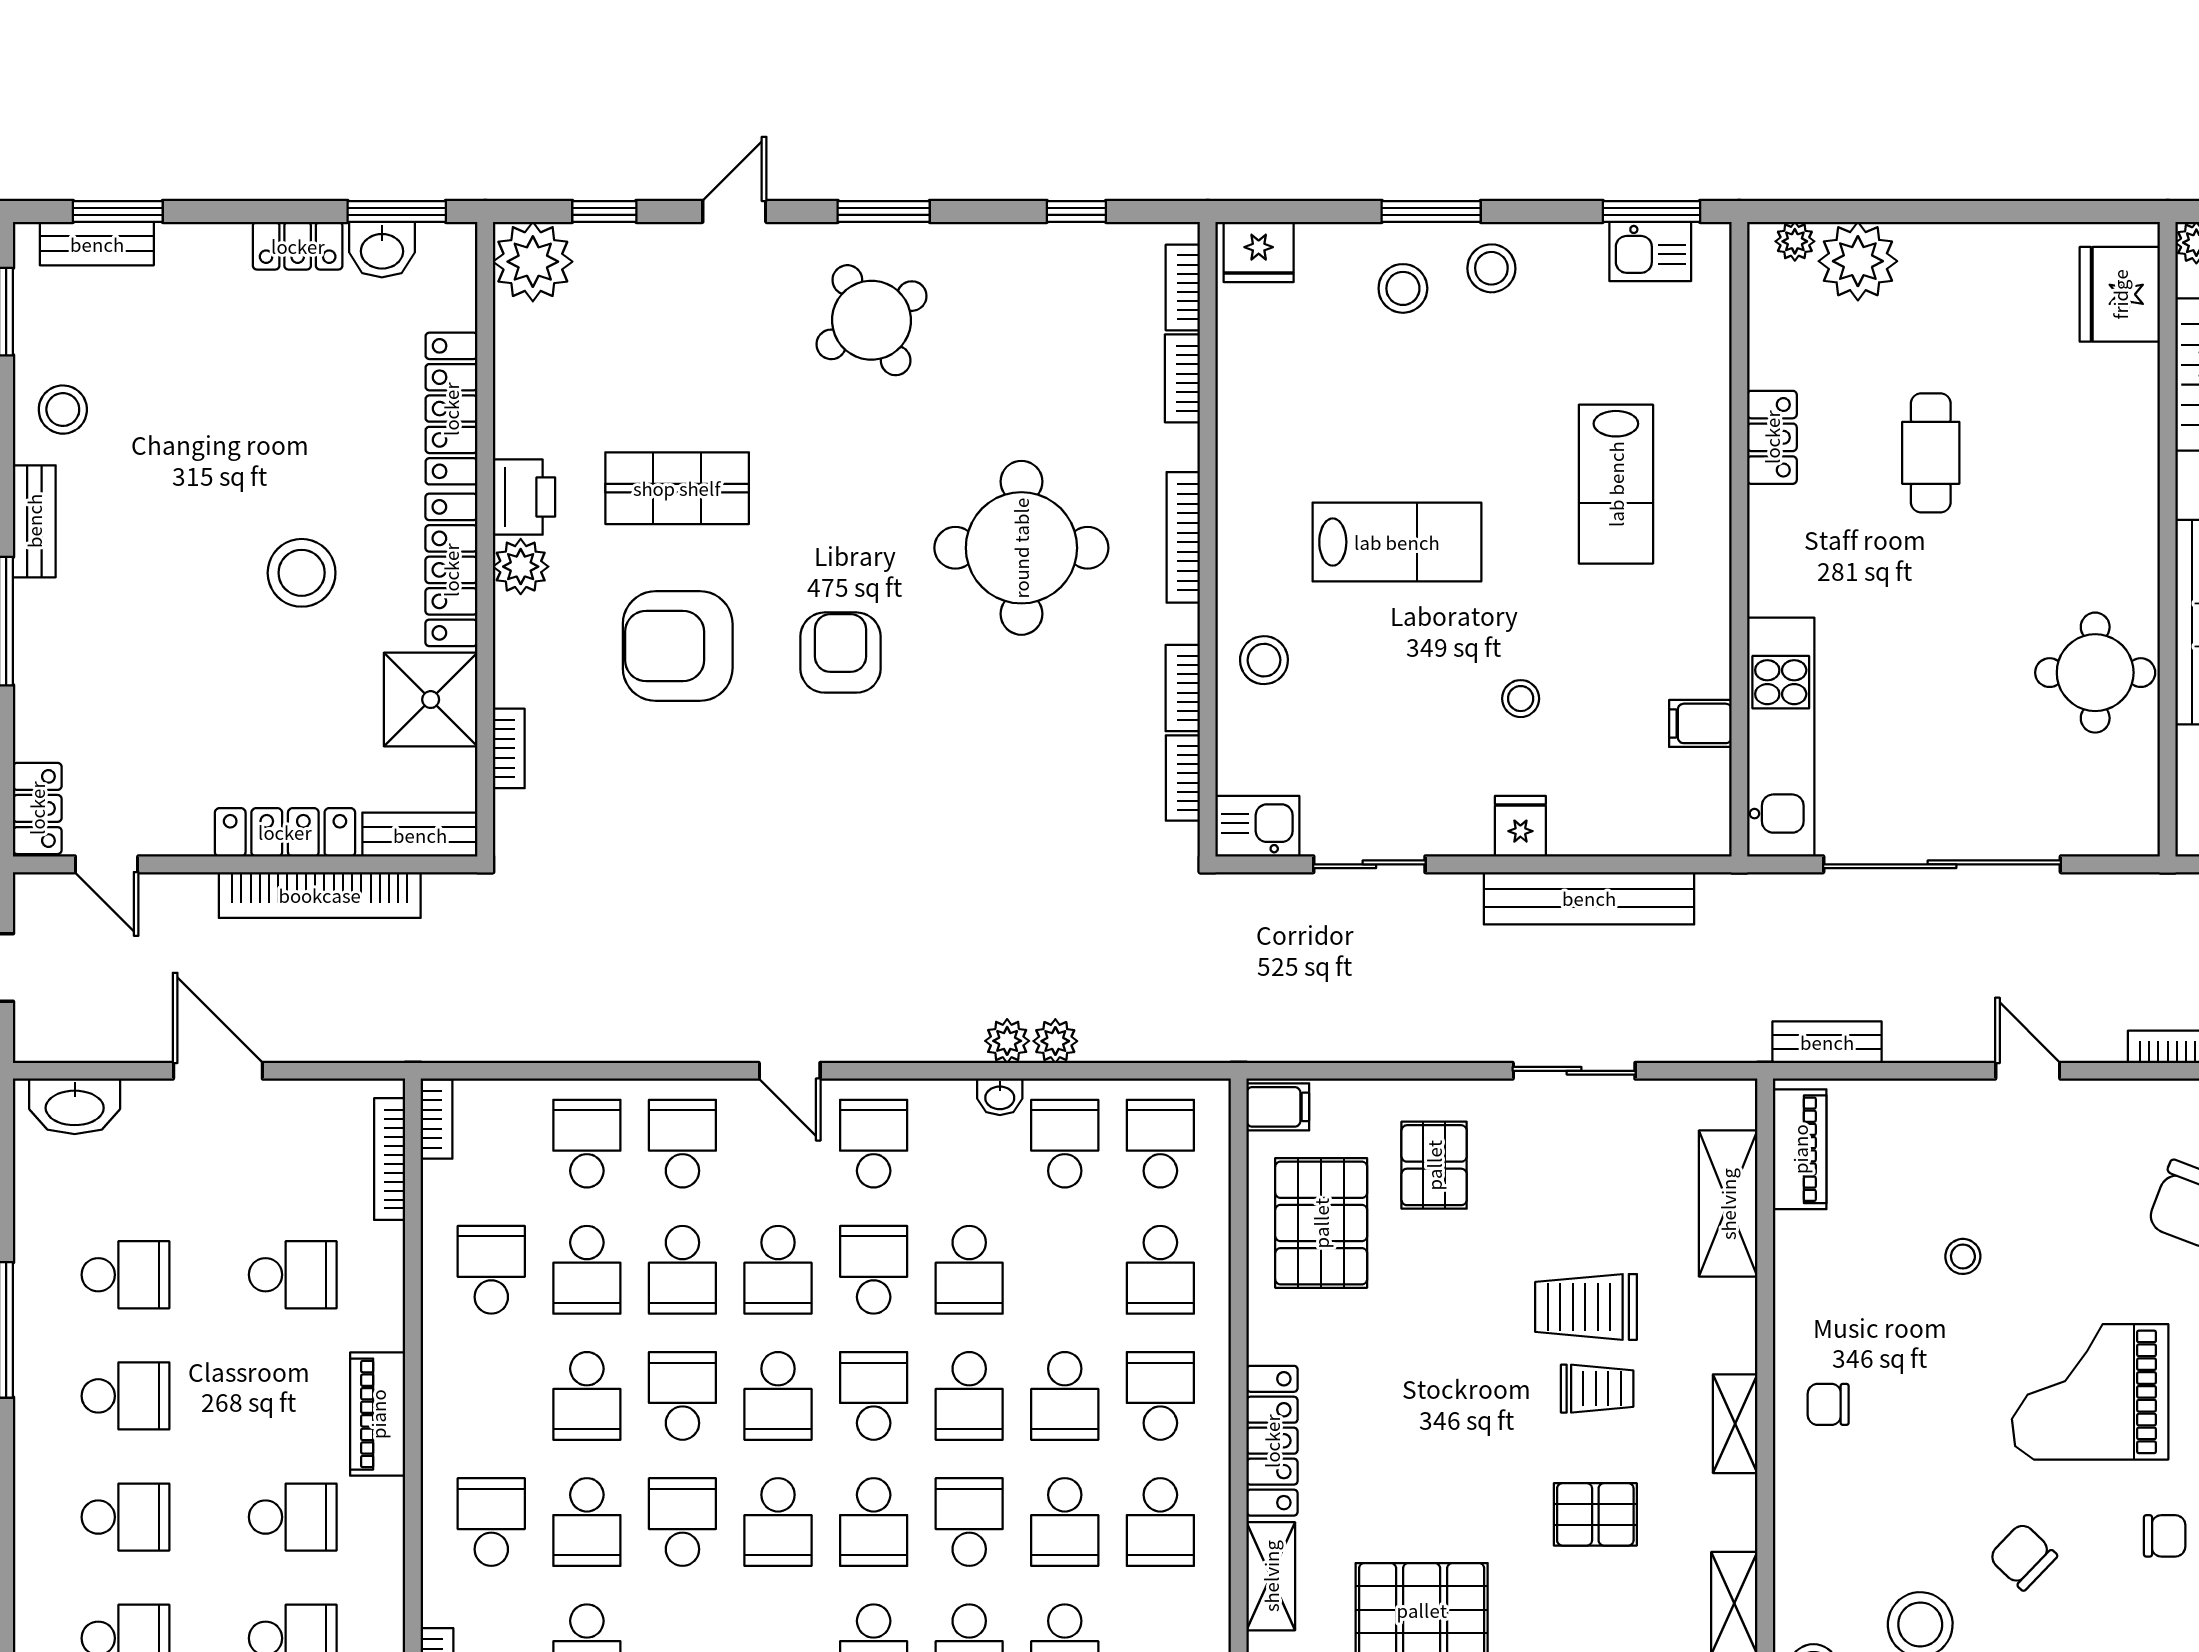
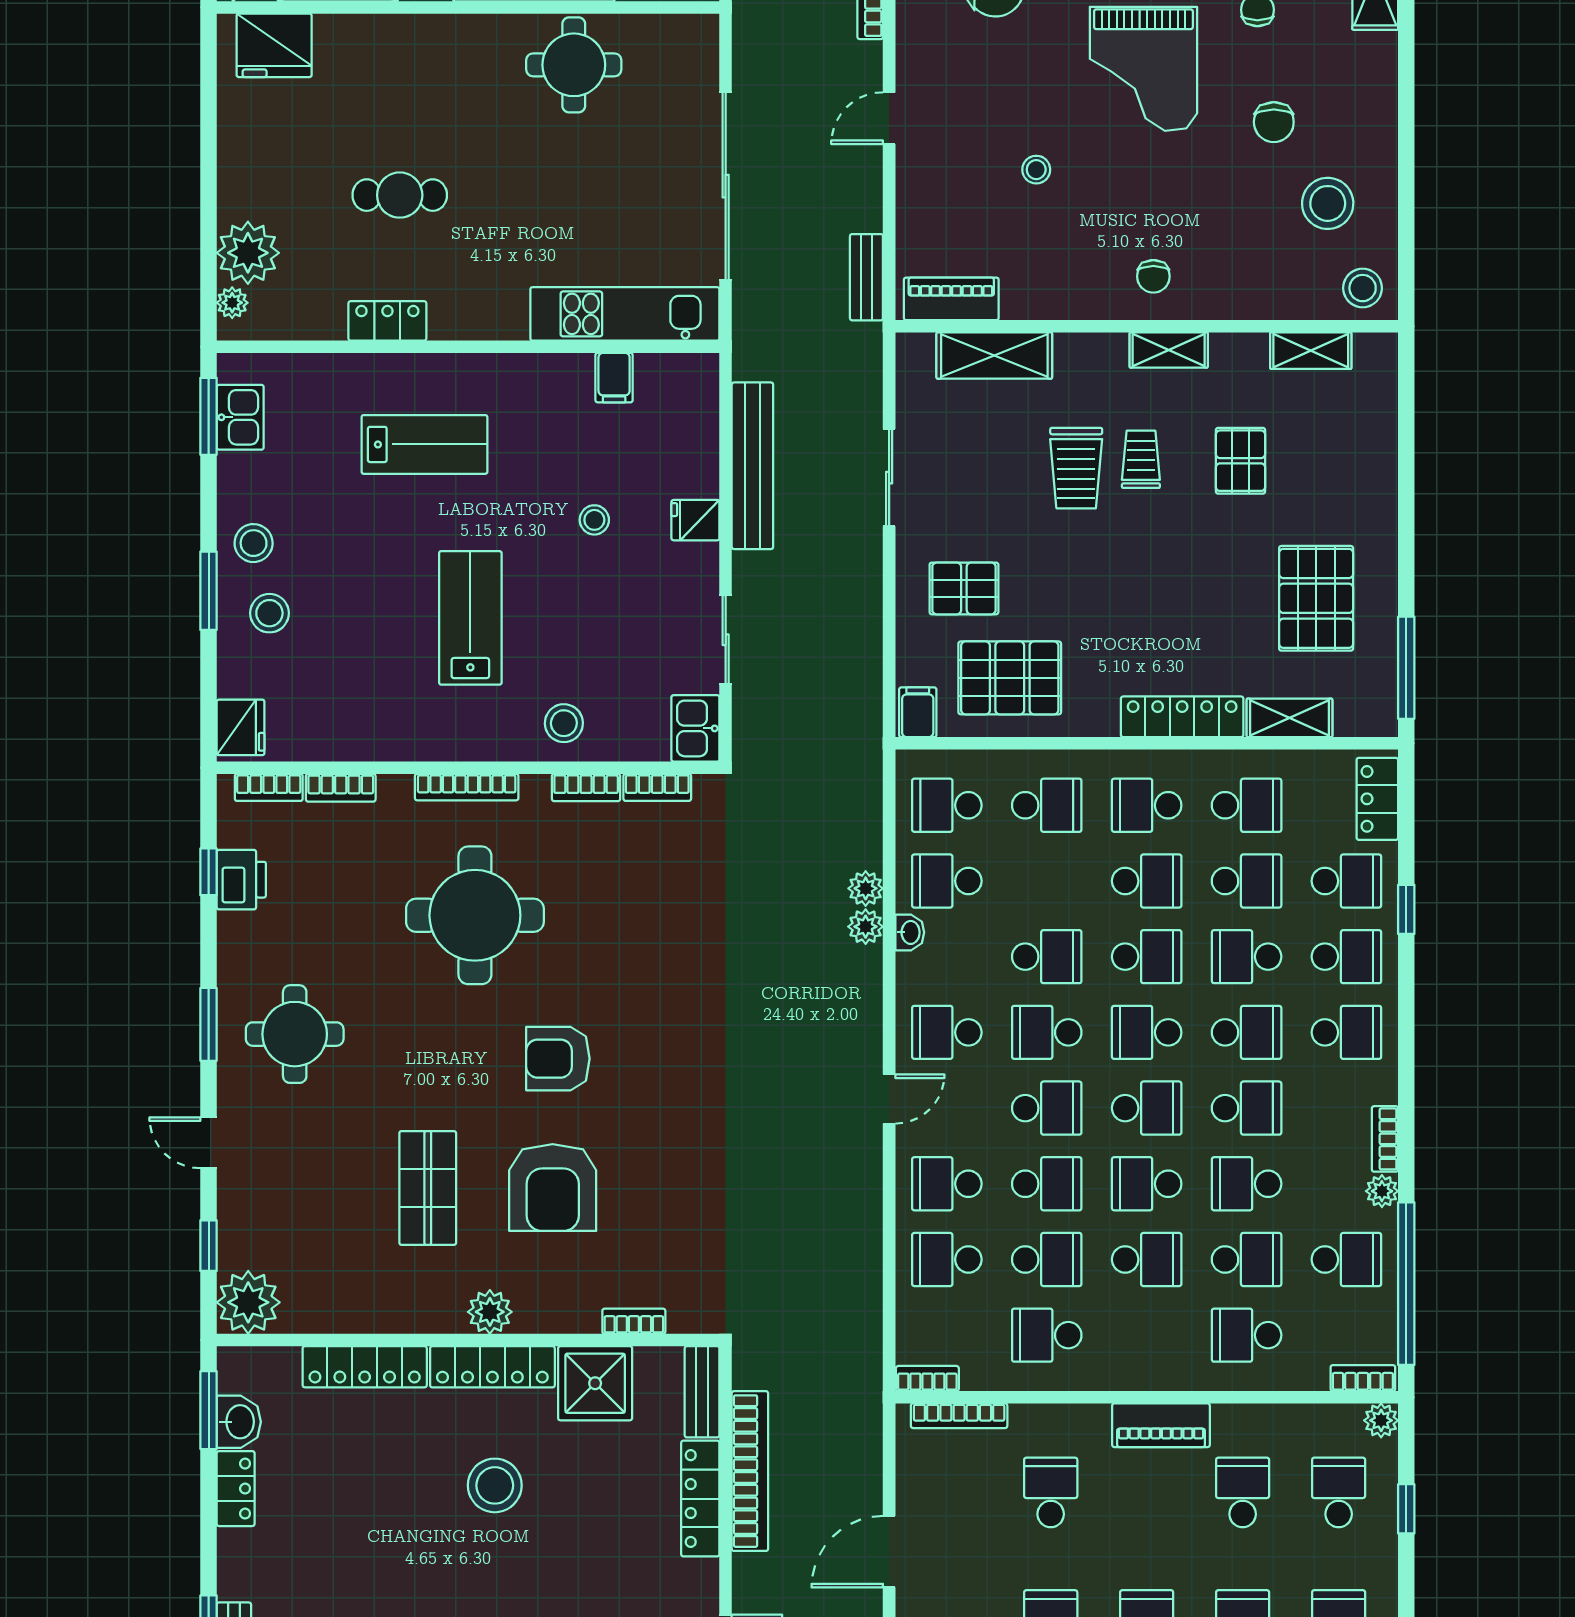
round table: (871, 320) -> (295, 1034), turned 31
printer: (524, 497) -> (241, 880), moved, turned 90
chair: (2023, 1556) -> (1274, 122), turned -44

